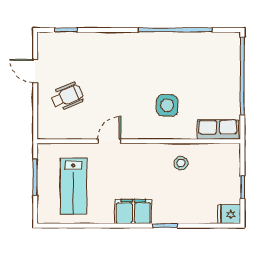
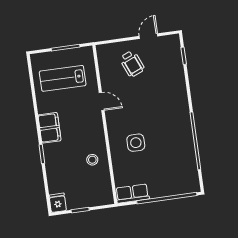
row of seats: (218, 129) -> (132, 194), moved, turned -90

